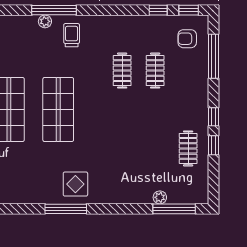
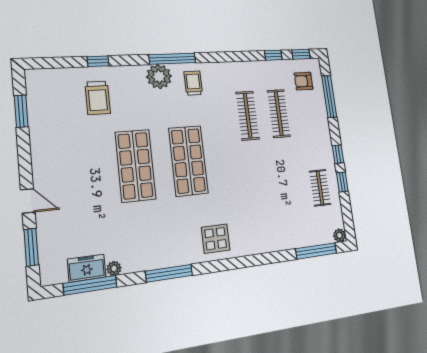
plant: (45, 21) -> (159, 76), width x1.87, depth x1.87
clothes rail: (122, 71) -> (248, 116), width x1.36
clothes rail: (155, 71) -> (279, 114), width x1.36
plant: (160, 197) -> (339, 235), moved
window: (66, 209) -> (169, 273), moved

